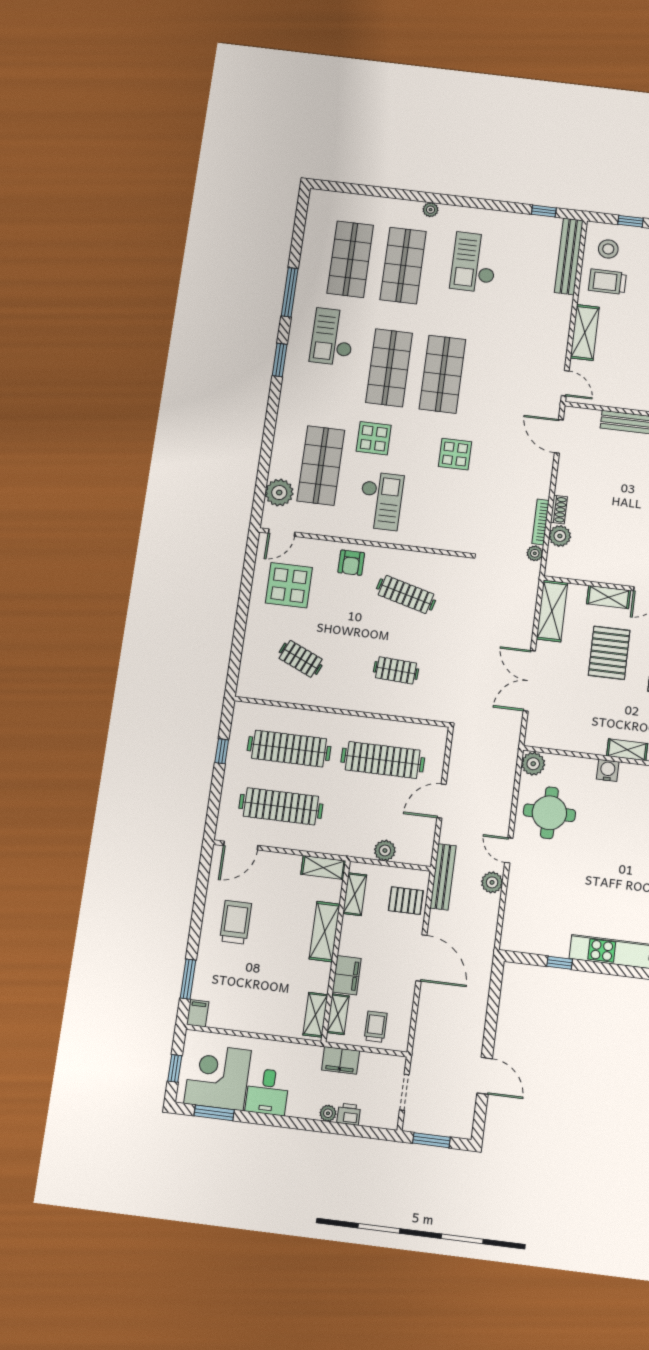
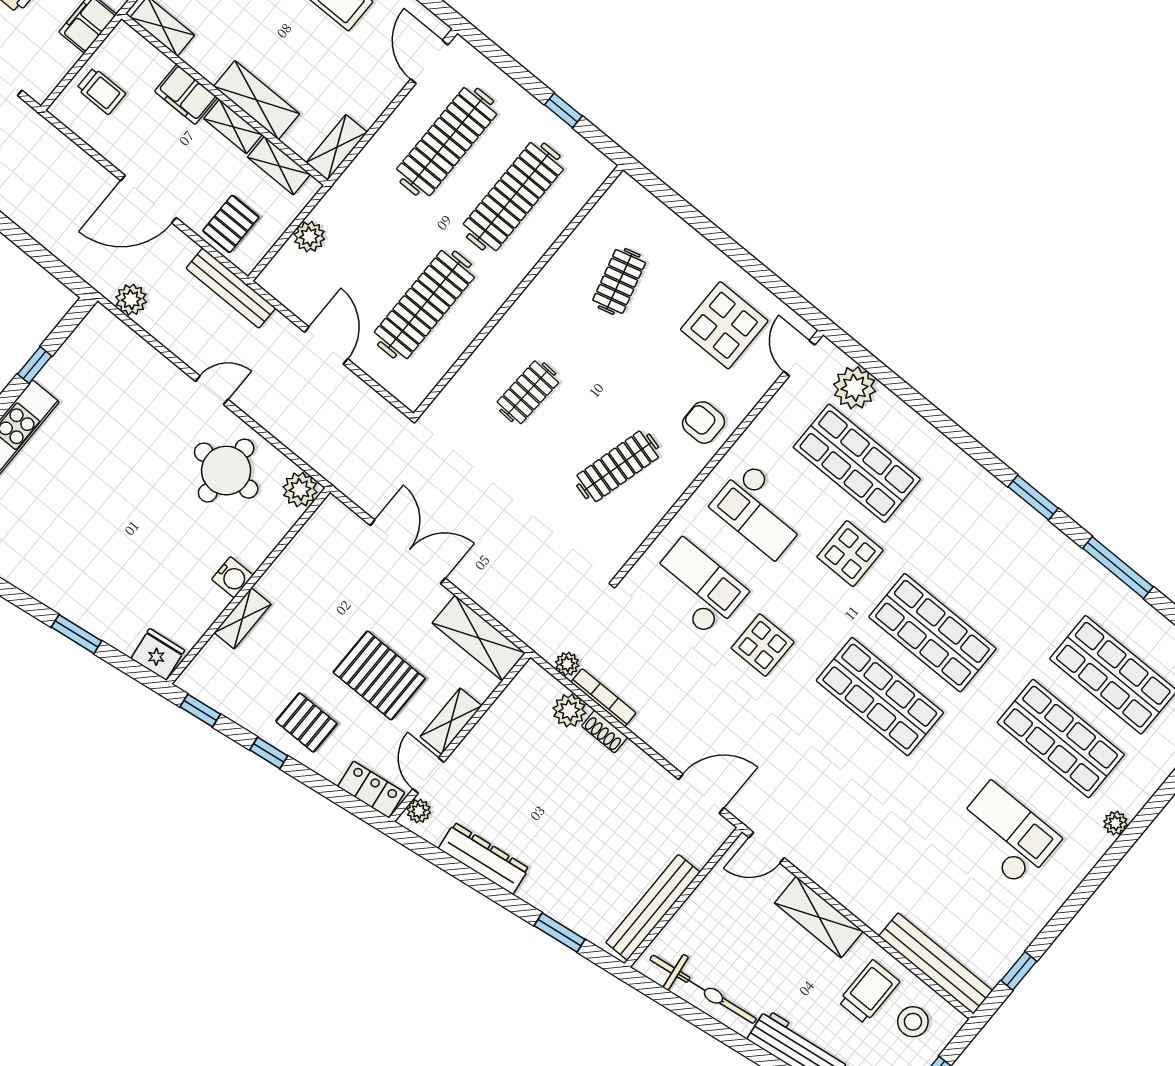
checkout: (333, 337) -> (697, 587), moved
clothes rail: (301, 659) -> (619, 281), turned -39
plant: (492, 882) -> (131, 300), moved
shelving: (338, 1014) -> (233, 127), moved

